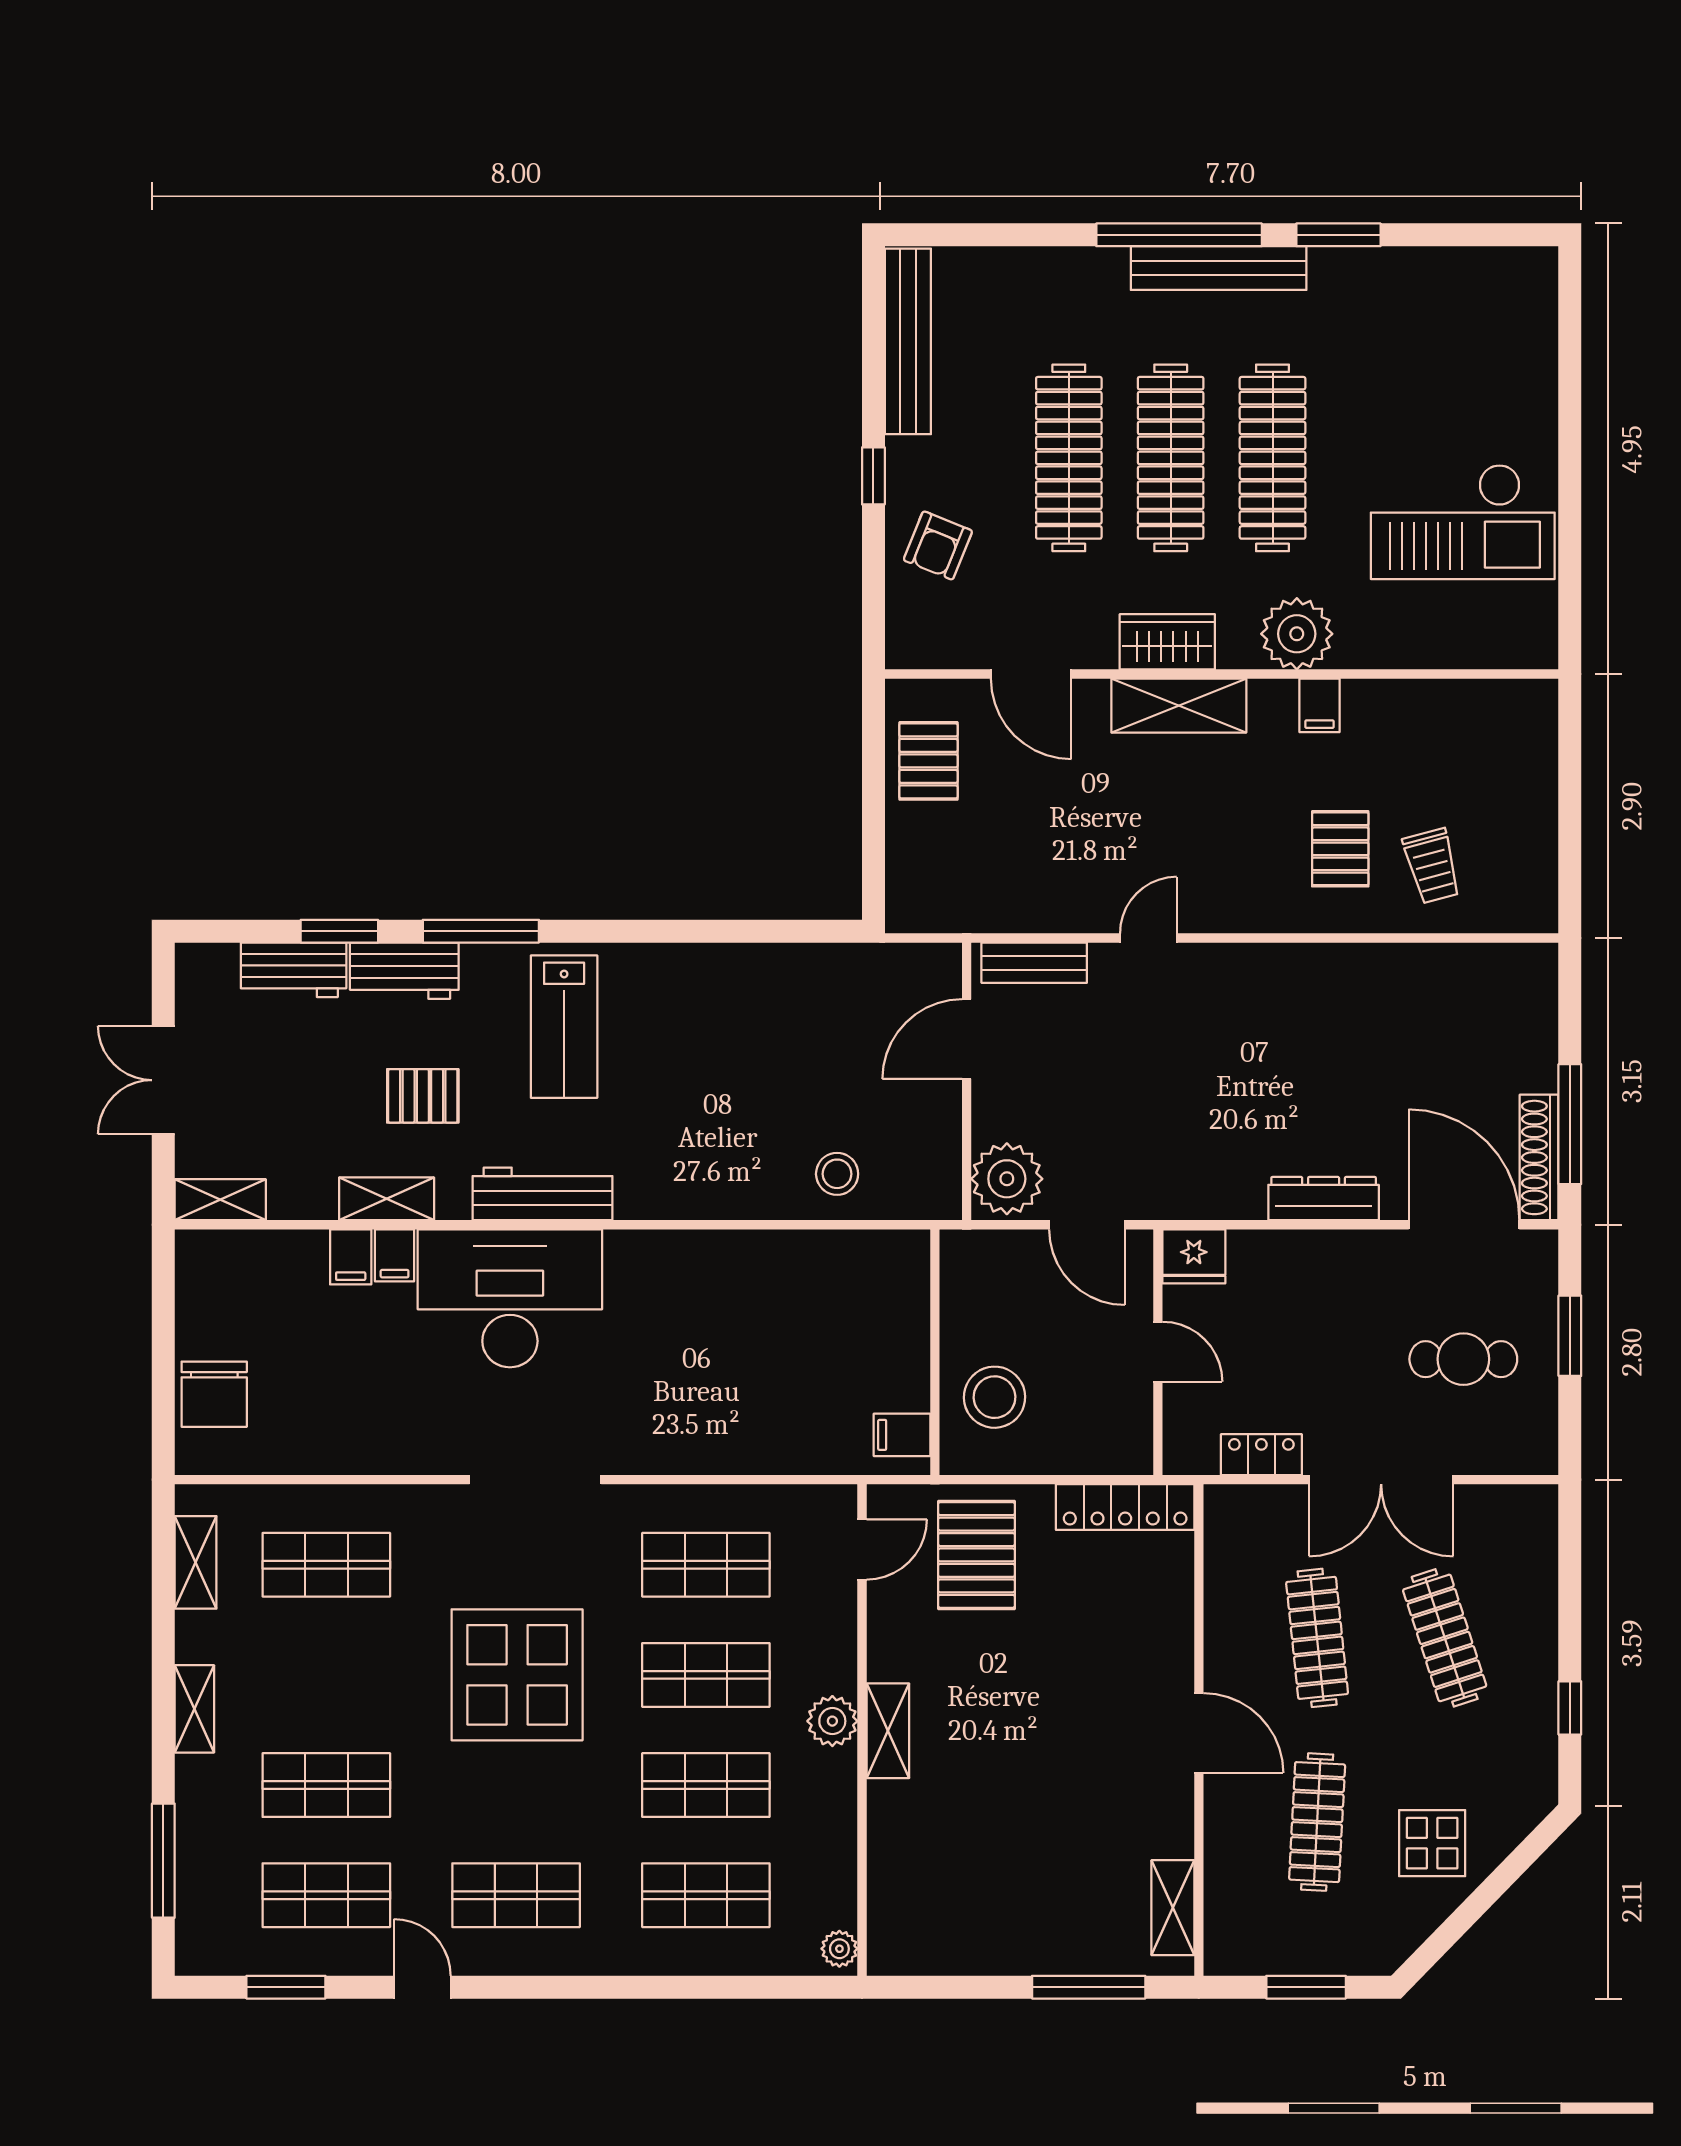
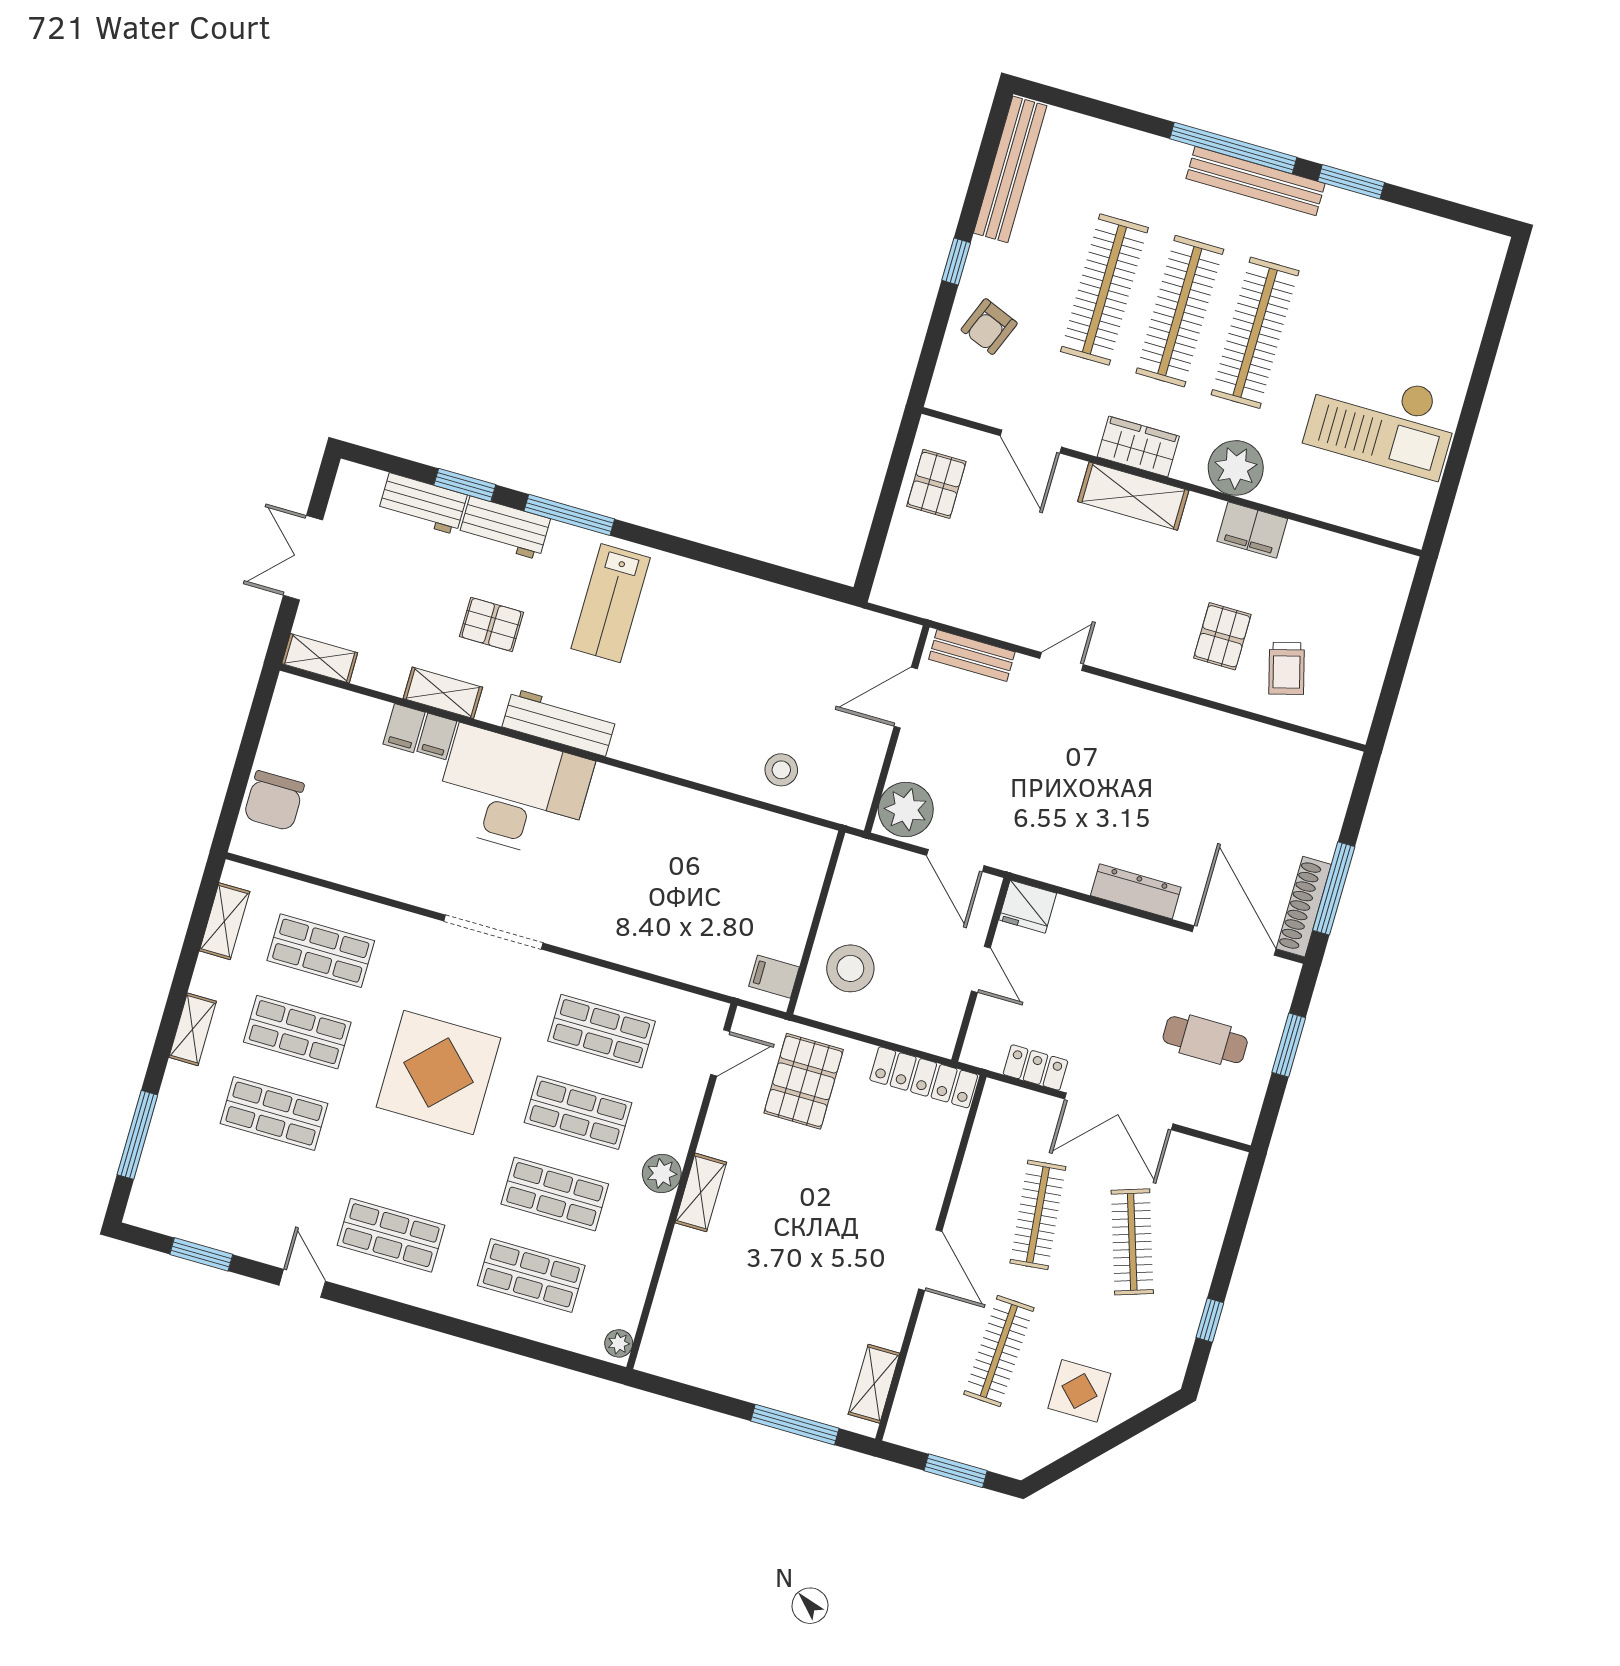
filing cabinet: (1319, 705) -> (1252, 530), width x2.00
shop shelf: (326, 1895) -> (297, 1032), moved

